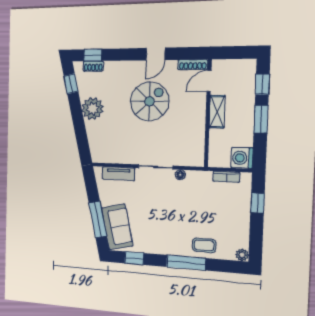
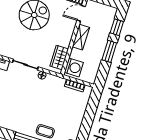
wardrobe: (196, 146) -> (59, 58), added
washing machine: (242, 158) -> (74, 67), moved, turned 180
window: (257, 203) -> (91, 110), removed

